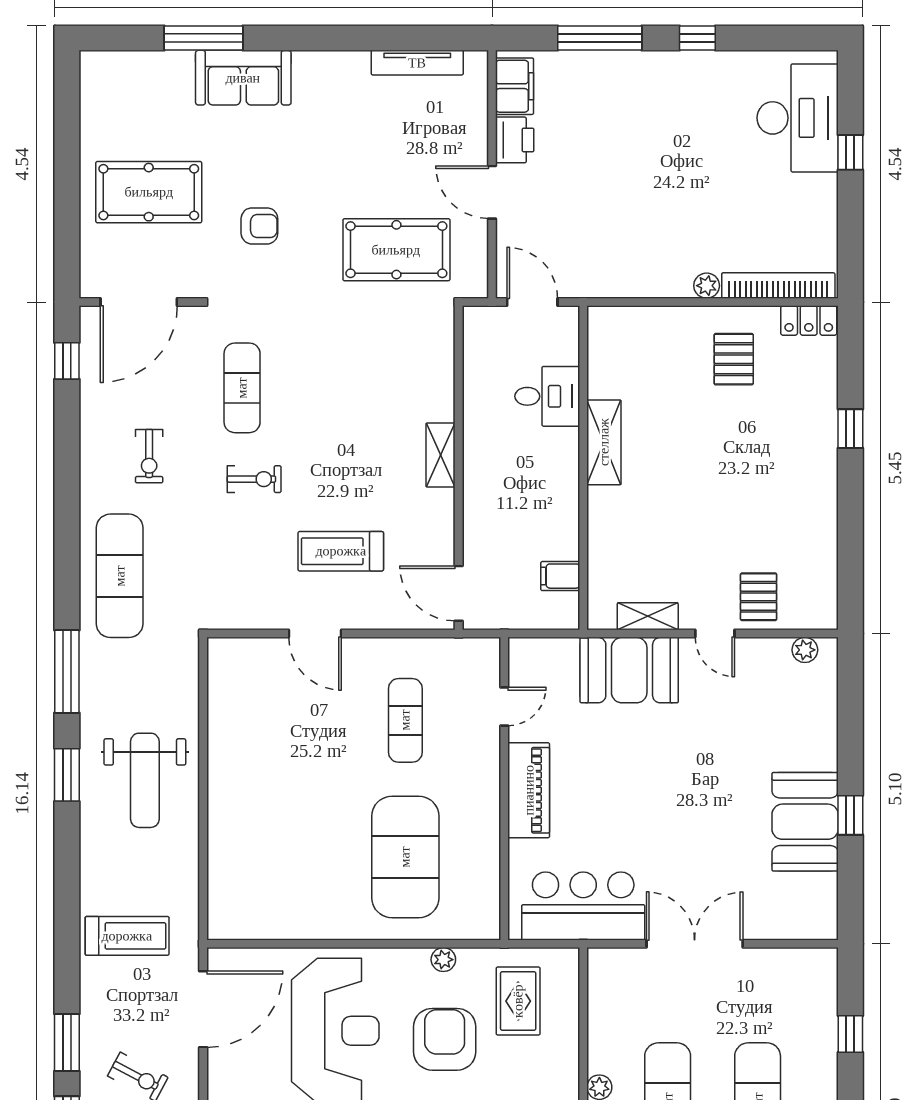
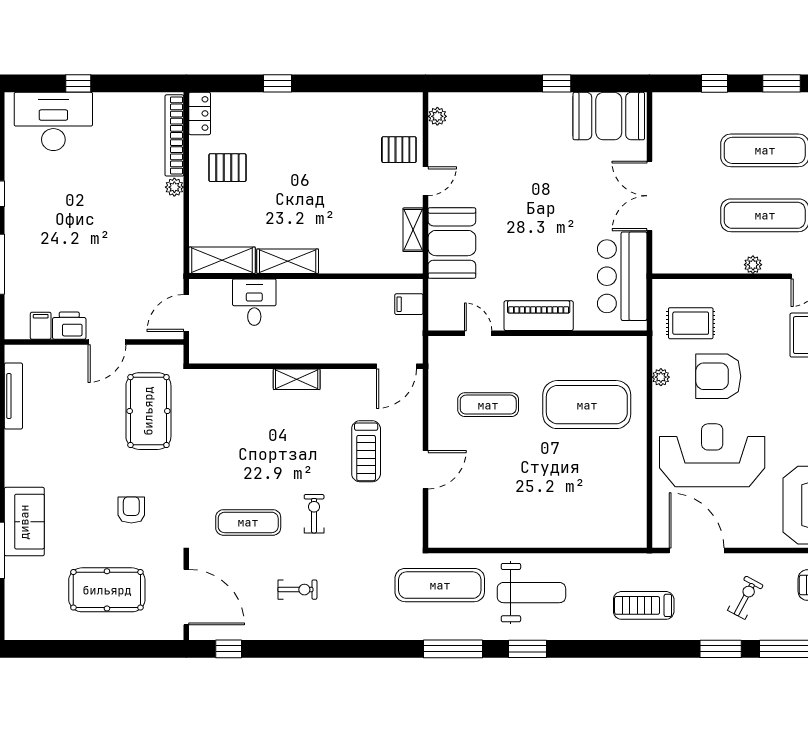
filing cabinet: (515, 86) -> (41, 326), width x0.50
pool table: (149, 192) -> (107, 590), turned 90
shelving: (605, 352) -> (222, 260), added
exercise mat: (120, 576) -> (440, 585), moved
filing cabinet: (560, 576) -> (409, 304), moved, turned 90
booth: (805, 822) -> (609, 116), moved
treadmill: (127, 936) -> (644, 605), turned -90

